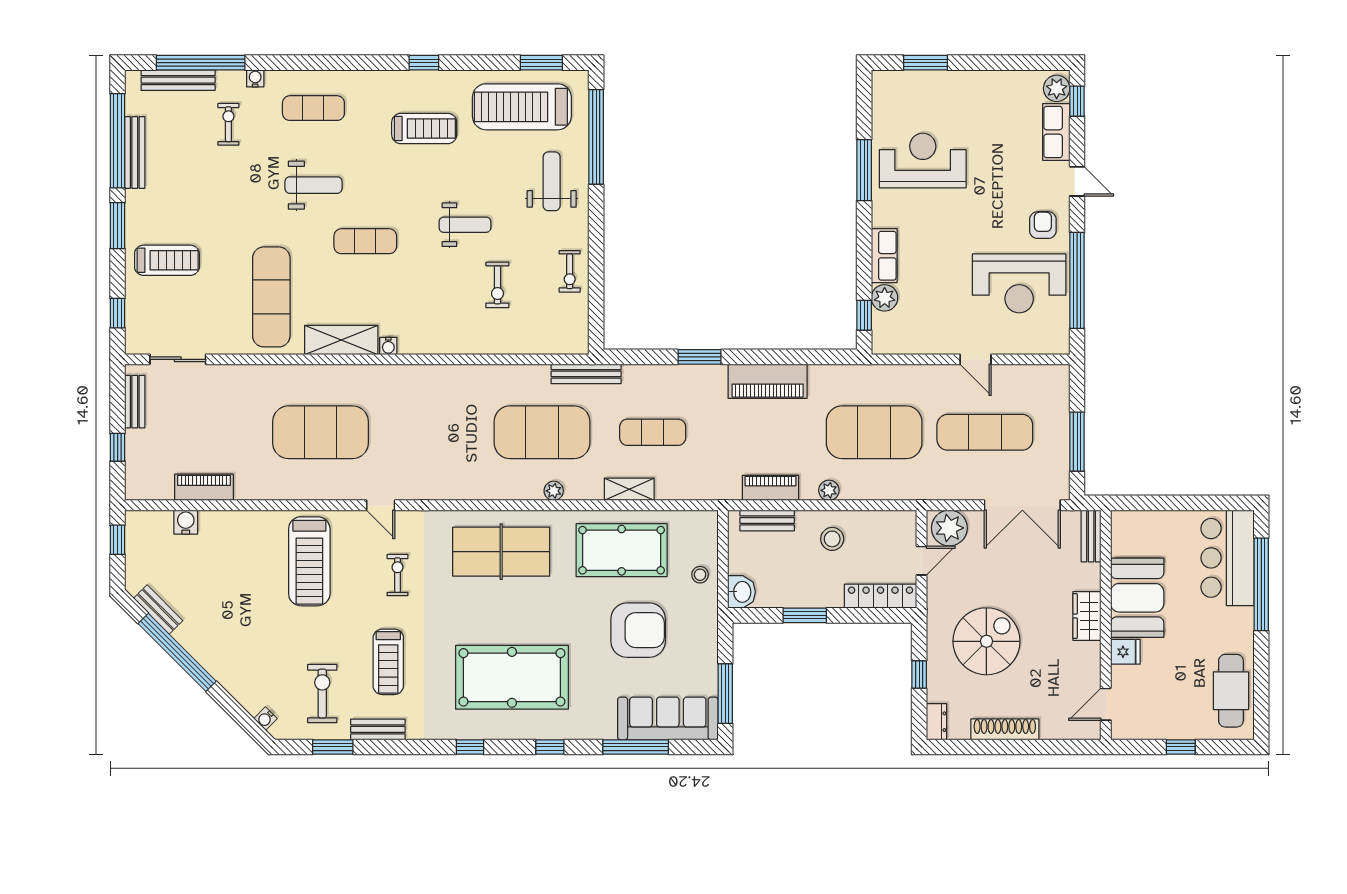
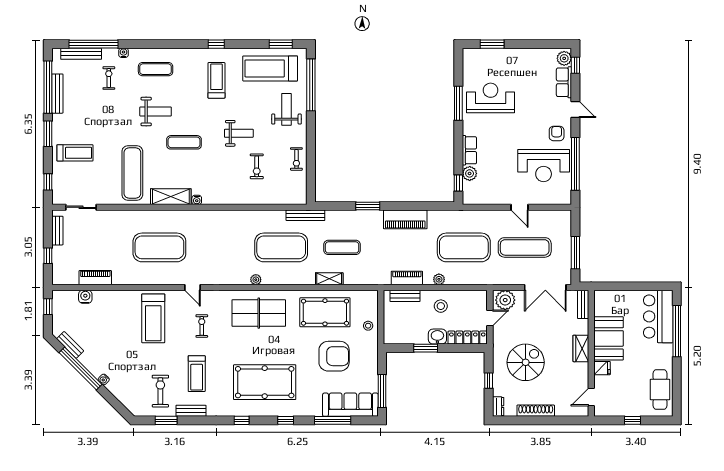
treadmill: (424, 129) -> (216, 80), turned -90
plant: (554, 491) -> (256, 280), moved
washbasin: (741, 592) -> (437, 337), moved, turned -90
water cooler: (265, 719) -> (104, 379), moved

